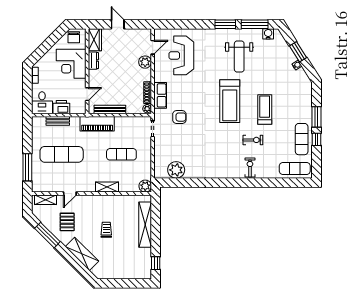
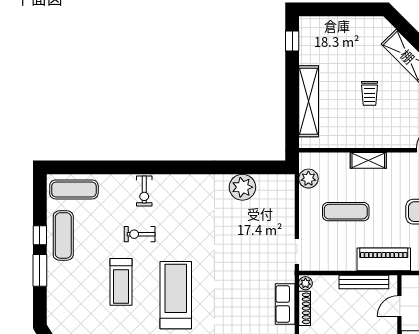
armchair: (179, 117) -> (255, 270), removed
plant: (176, 170) -> (242, 187), moved
plant: (145, 186) -> (308, 179), moved

